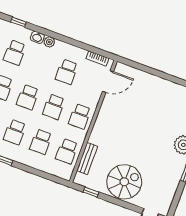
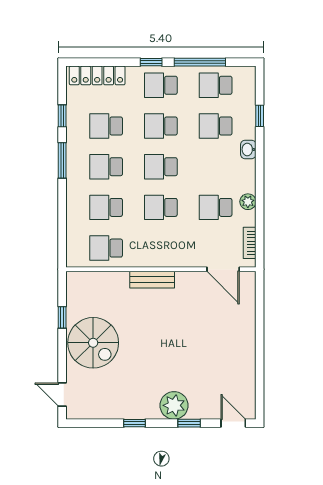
plant: (49, 42) -> (248, 202), moved
school desk: (80, 116) -> (161, 248), removed
bench: (87, 158) -> (152, 280), moved
window: (91, 192) -> (62, 317), moved

